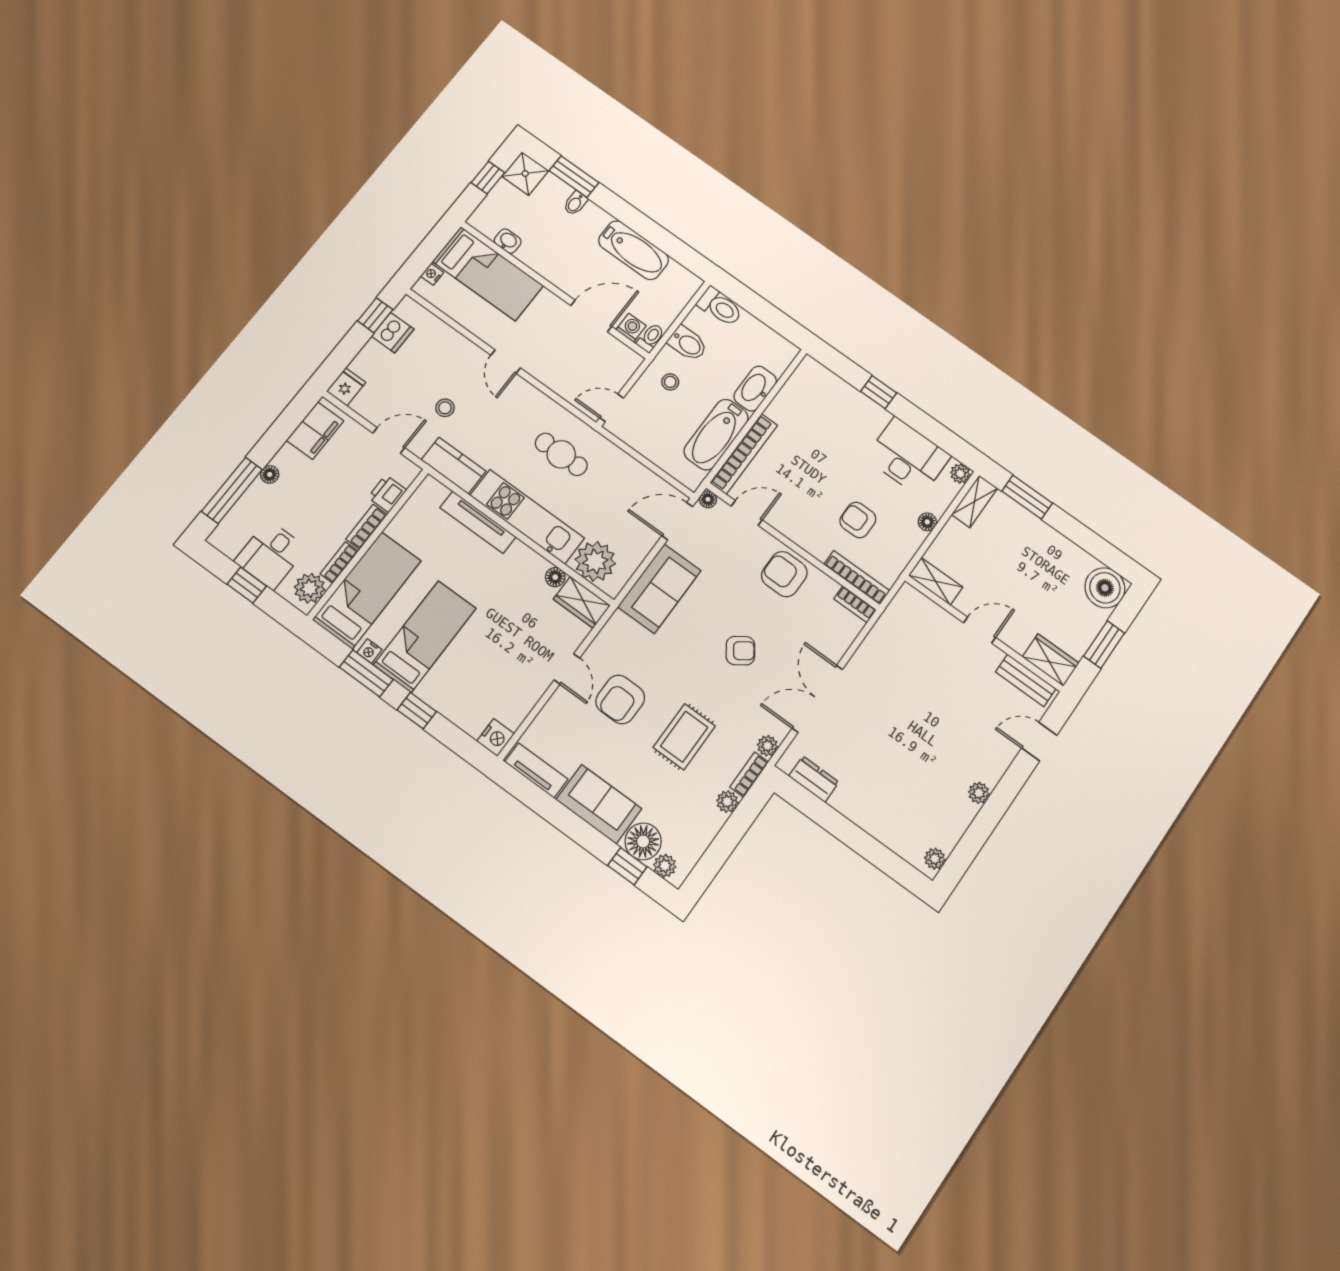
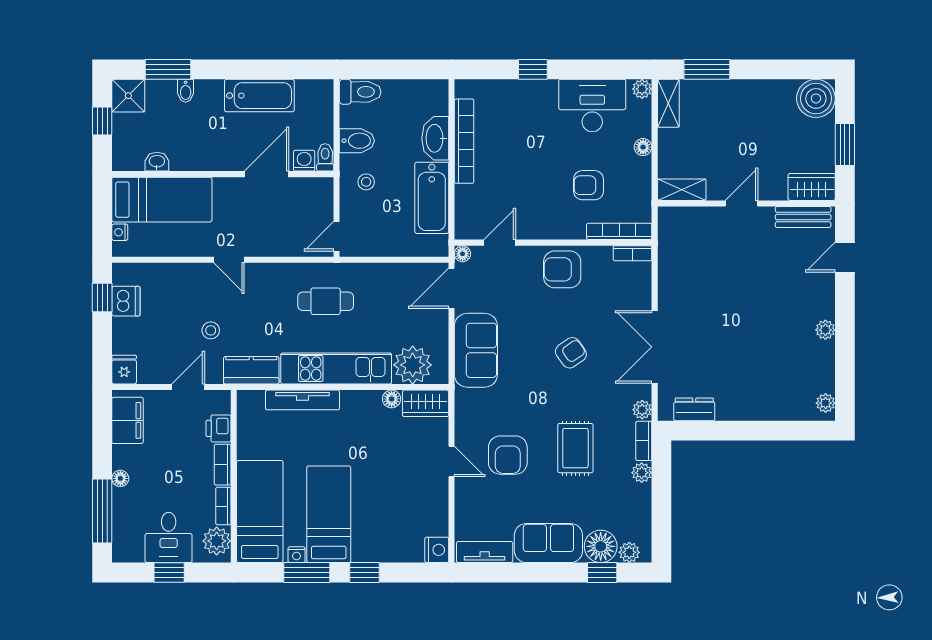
bookcase: (744, 454) -> (464, 141), moved

